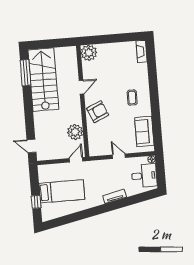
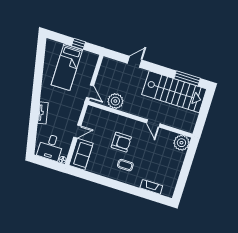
fireplace: (142, 51) -> (151, 187), moved
armchair: (98, 112) -> (121, 142), moved, turned -66
sofa: (144, 131) -> (81, 154), moved, turned 90
door: (32, 146) -> (135, 62), moved
window: (36, 202) -> (78, 44), moved

